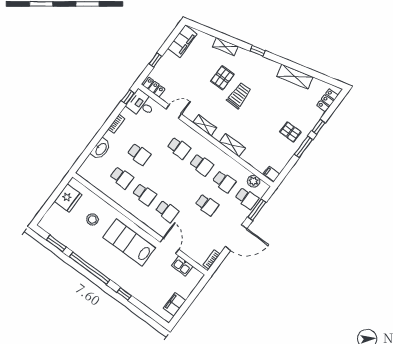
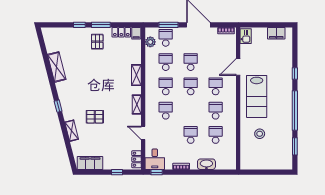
trolley: (239, 96) -> (99, 96), removed
locker: (327, 100) -> (121, 32), moved
school desk: (184, 188) -> (191, 86), added
fridge: (68, 198) -> (257, 162), removed
kitchen sink: (182, 266) -> (246, 36), moved

